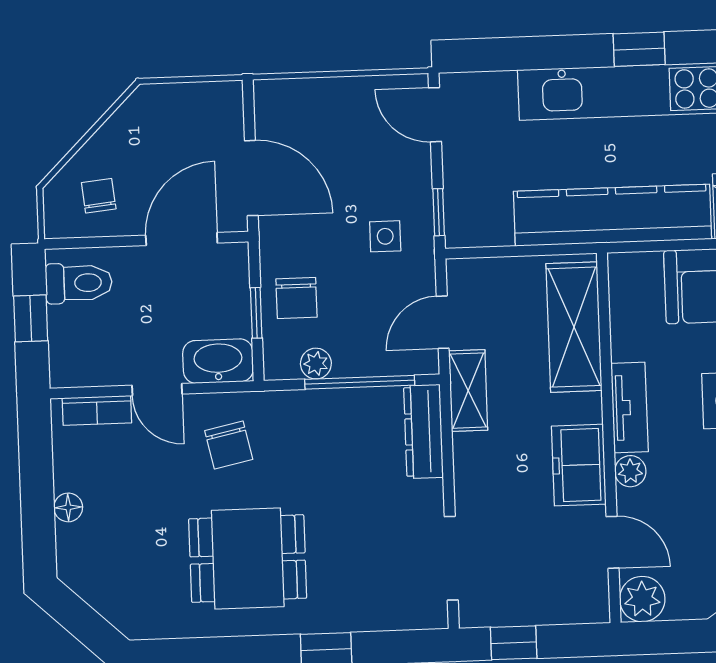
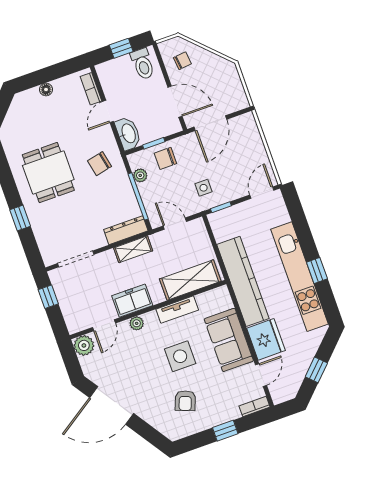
shelving: (468, 391) -> (133, 249), moved
tv unit: (630, 408) -> (177, 310), moved
chair: (229, 445) -> (99, 164), moved

